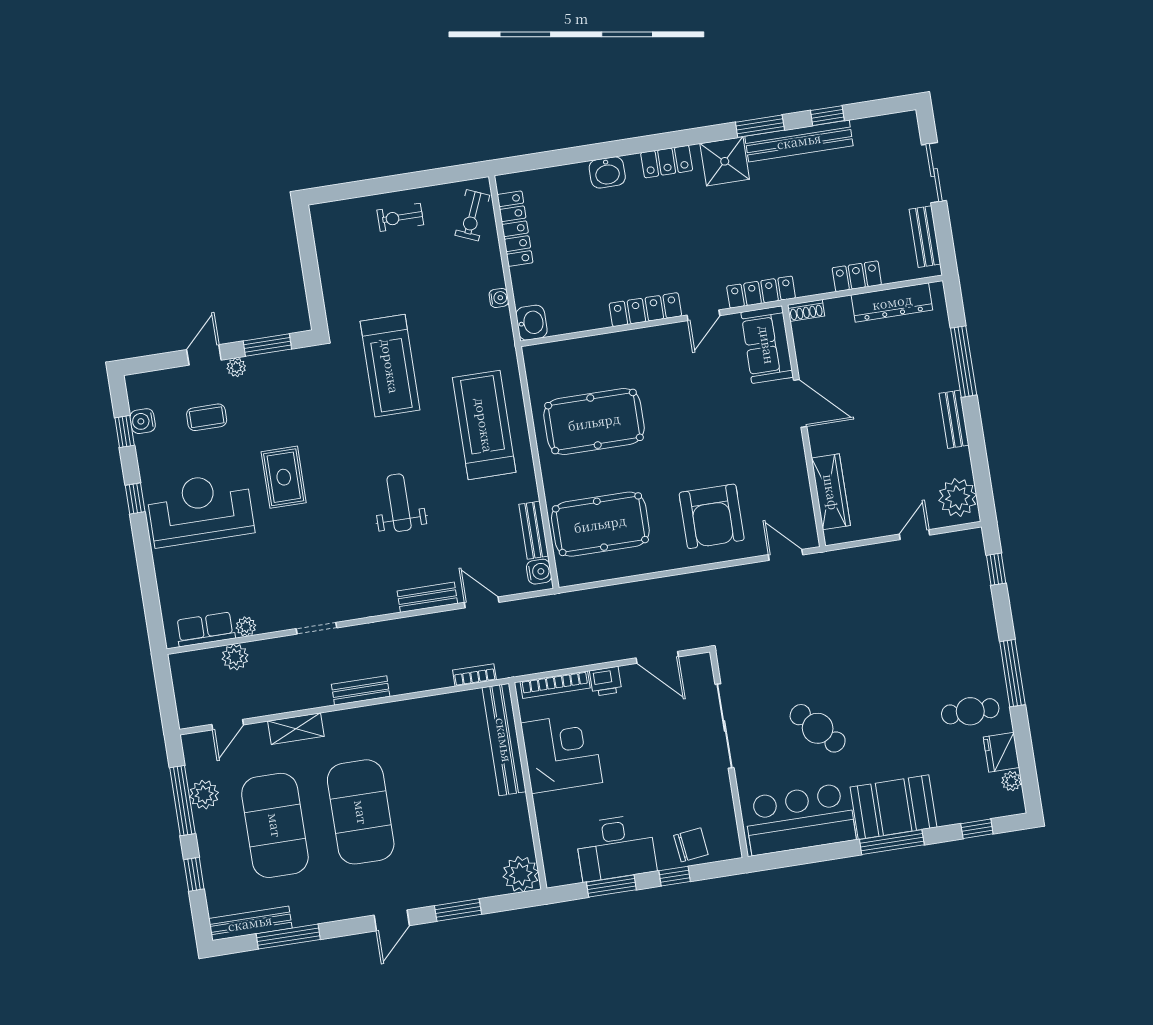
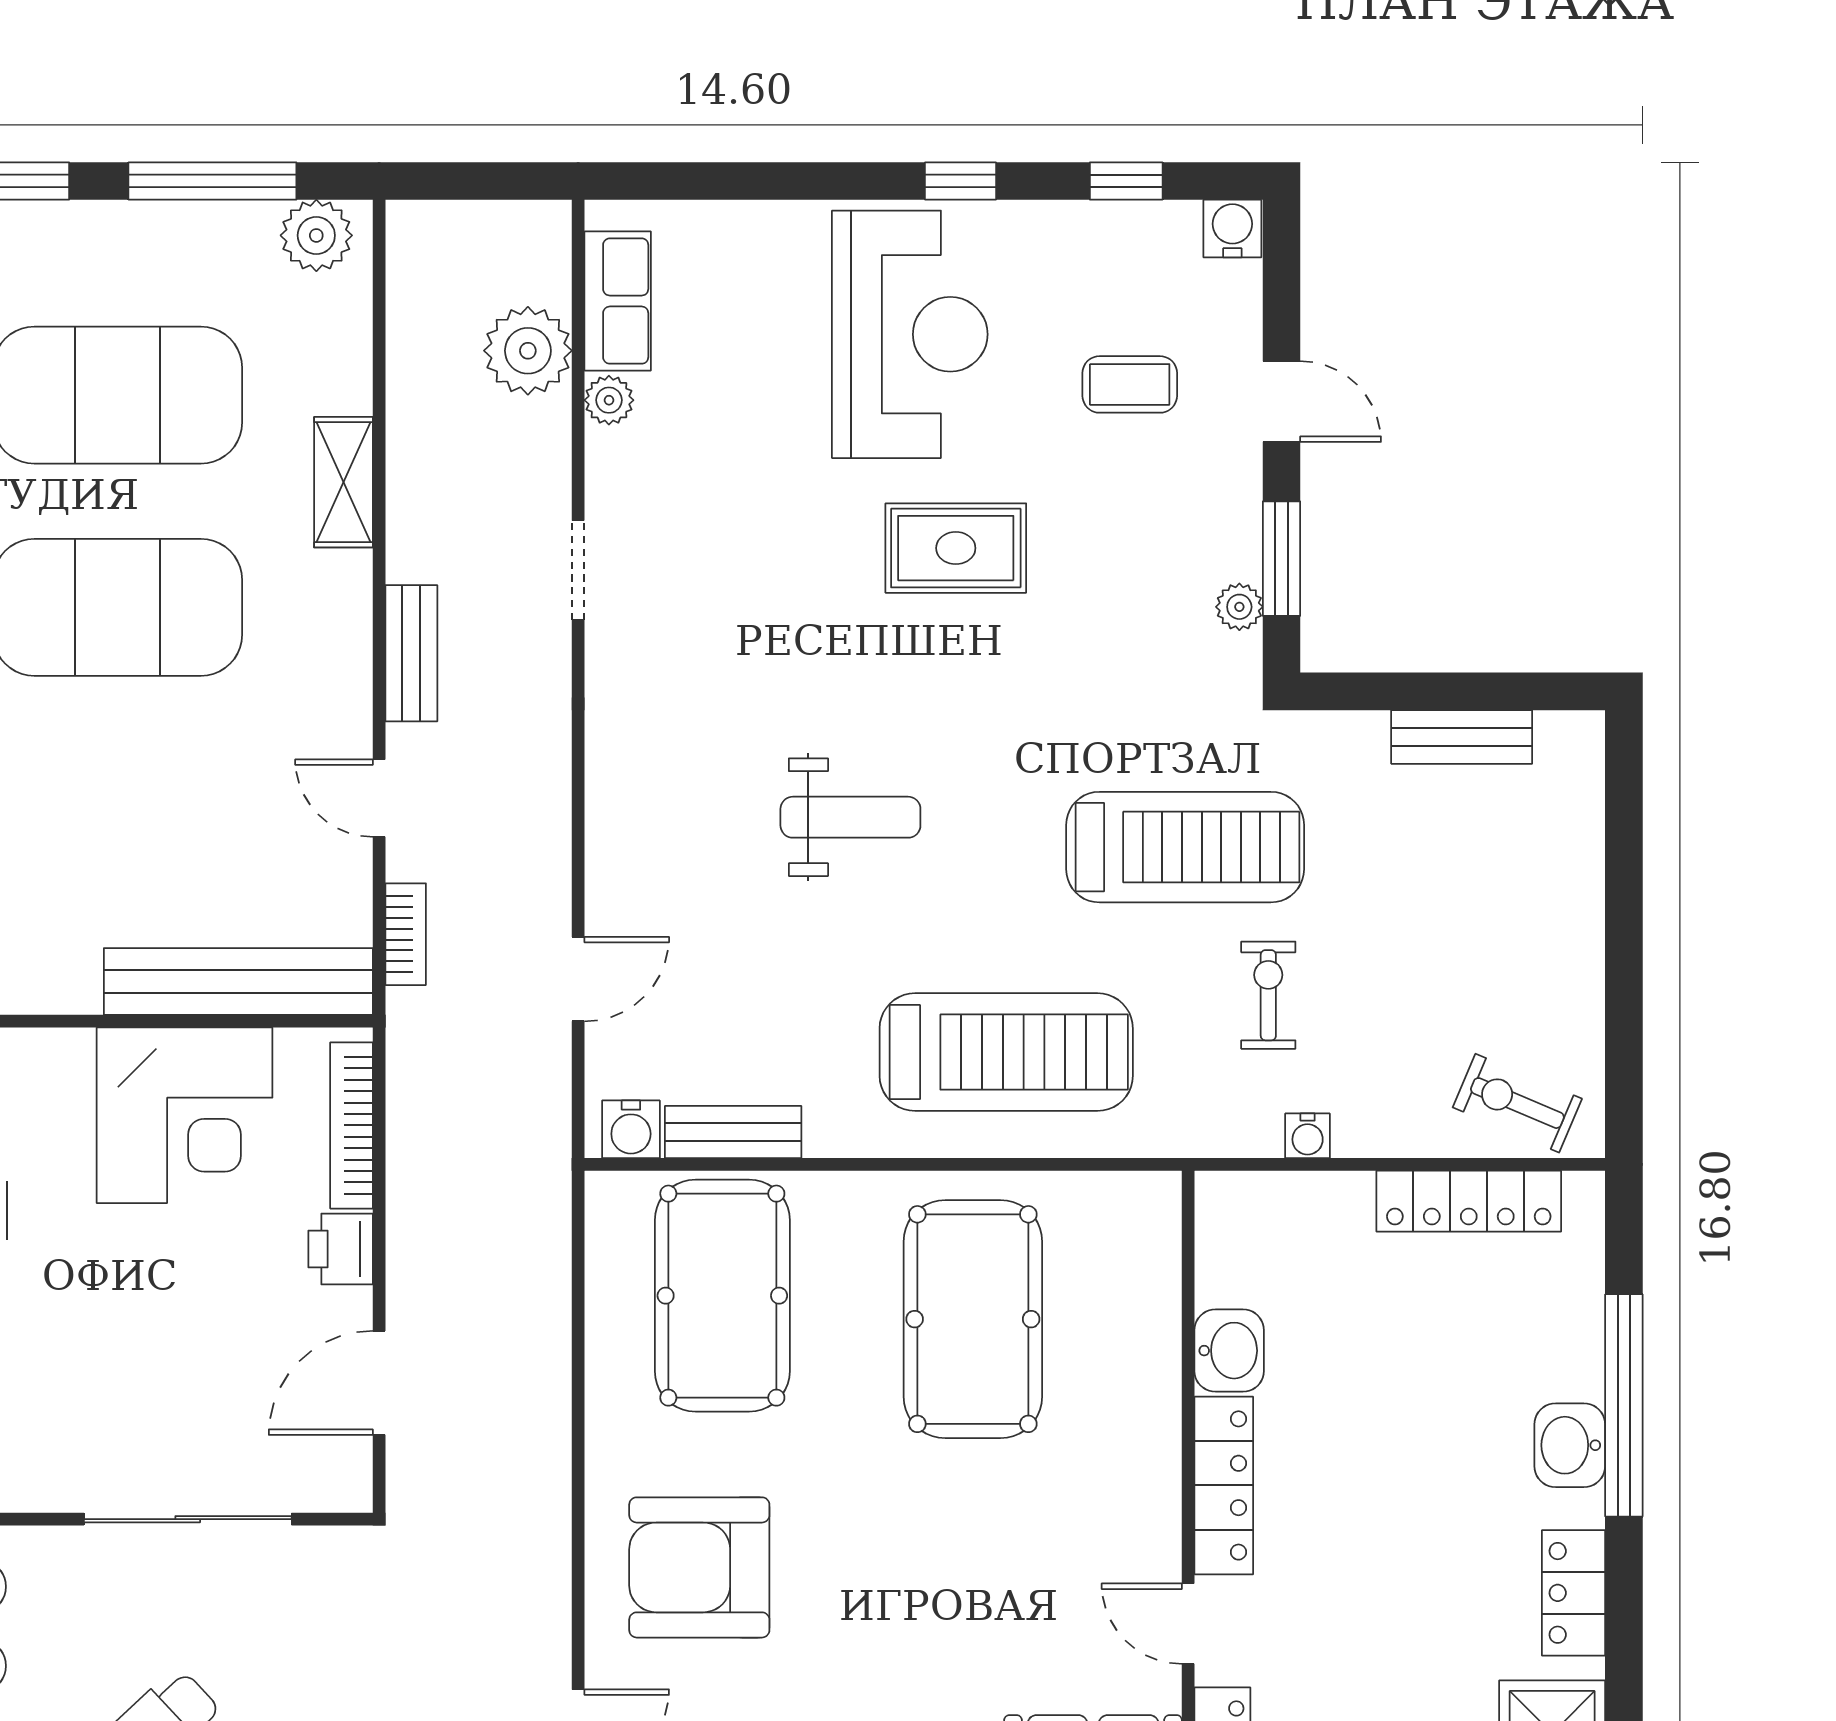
window: (588, 153) -> (1624, 1405), added
exercise bike: (400, 217) -> (1268, 995), moved
washbasin: (531, 323) -> (1229, 1351), moved, turned -90
treadmill: (390, 366) -> (1185, 847), turned 180
plant: (236, 367) -> (1239, 607), moved
coffee table: (207, 417) -> (1130, 384), turned 90
water cooler: (143, 421) -> (1232, 229), moved
bench: (427, 597) -> (1462, 737), moved, turned 90
plant: (235, 657) -> (528, 351), width x1.36, depth x1.36
door: (228, 725) -> (379, 798), moved
plant: (204, 795) -> (316, 235), moved

